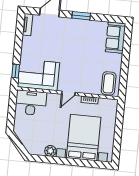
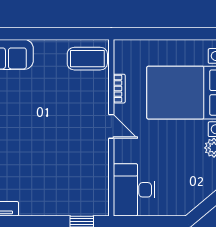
corner sofa: (38, 75) -> (84, 181), removed

